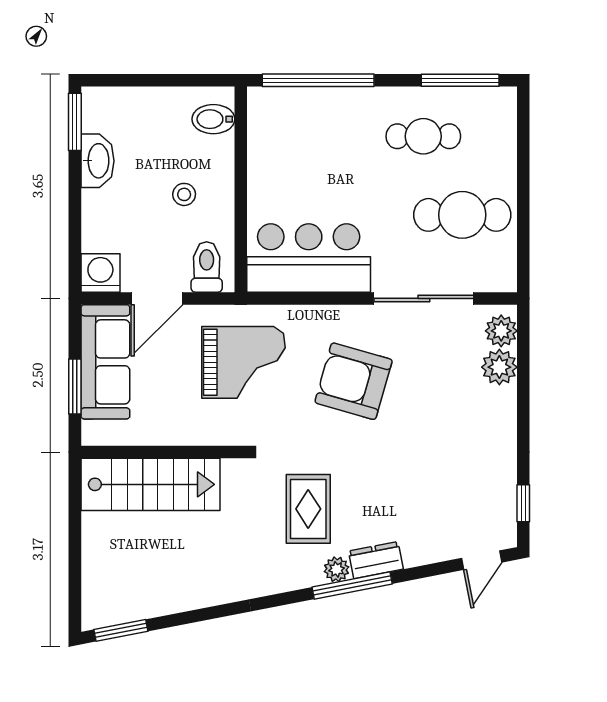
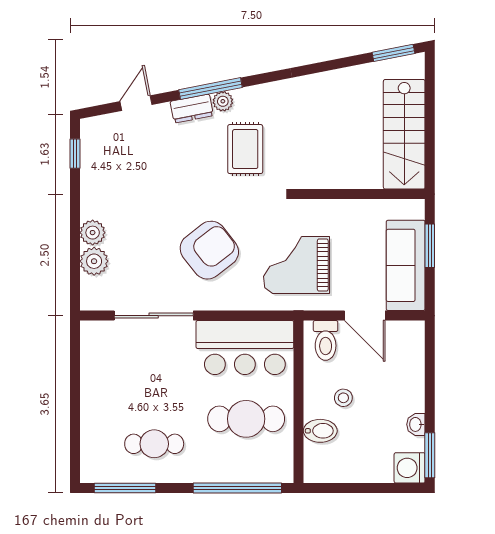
bidet: (213, 119) -> (320, 431), moved
washbasin: (98, 161) -> (416, 424), width x0.52, depth x0.69
cafe table: (462, 215) -> (246, 419), moved
washing machine: (100, 273) -> (410, 468), moved, turned 90
door: (157, 298) -> (365, 316), swing flipped
plant: (501, 331) -> (93, 233), moved
armchair: (354, 381) -> (209, 250), turned -54
stairs: (150, 484) -> (404, 134), moved, turned -90
door: (482, 560) -> (136, 103), moved

